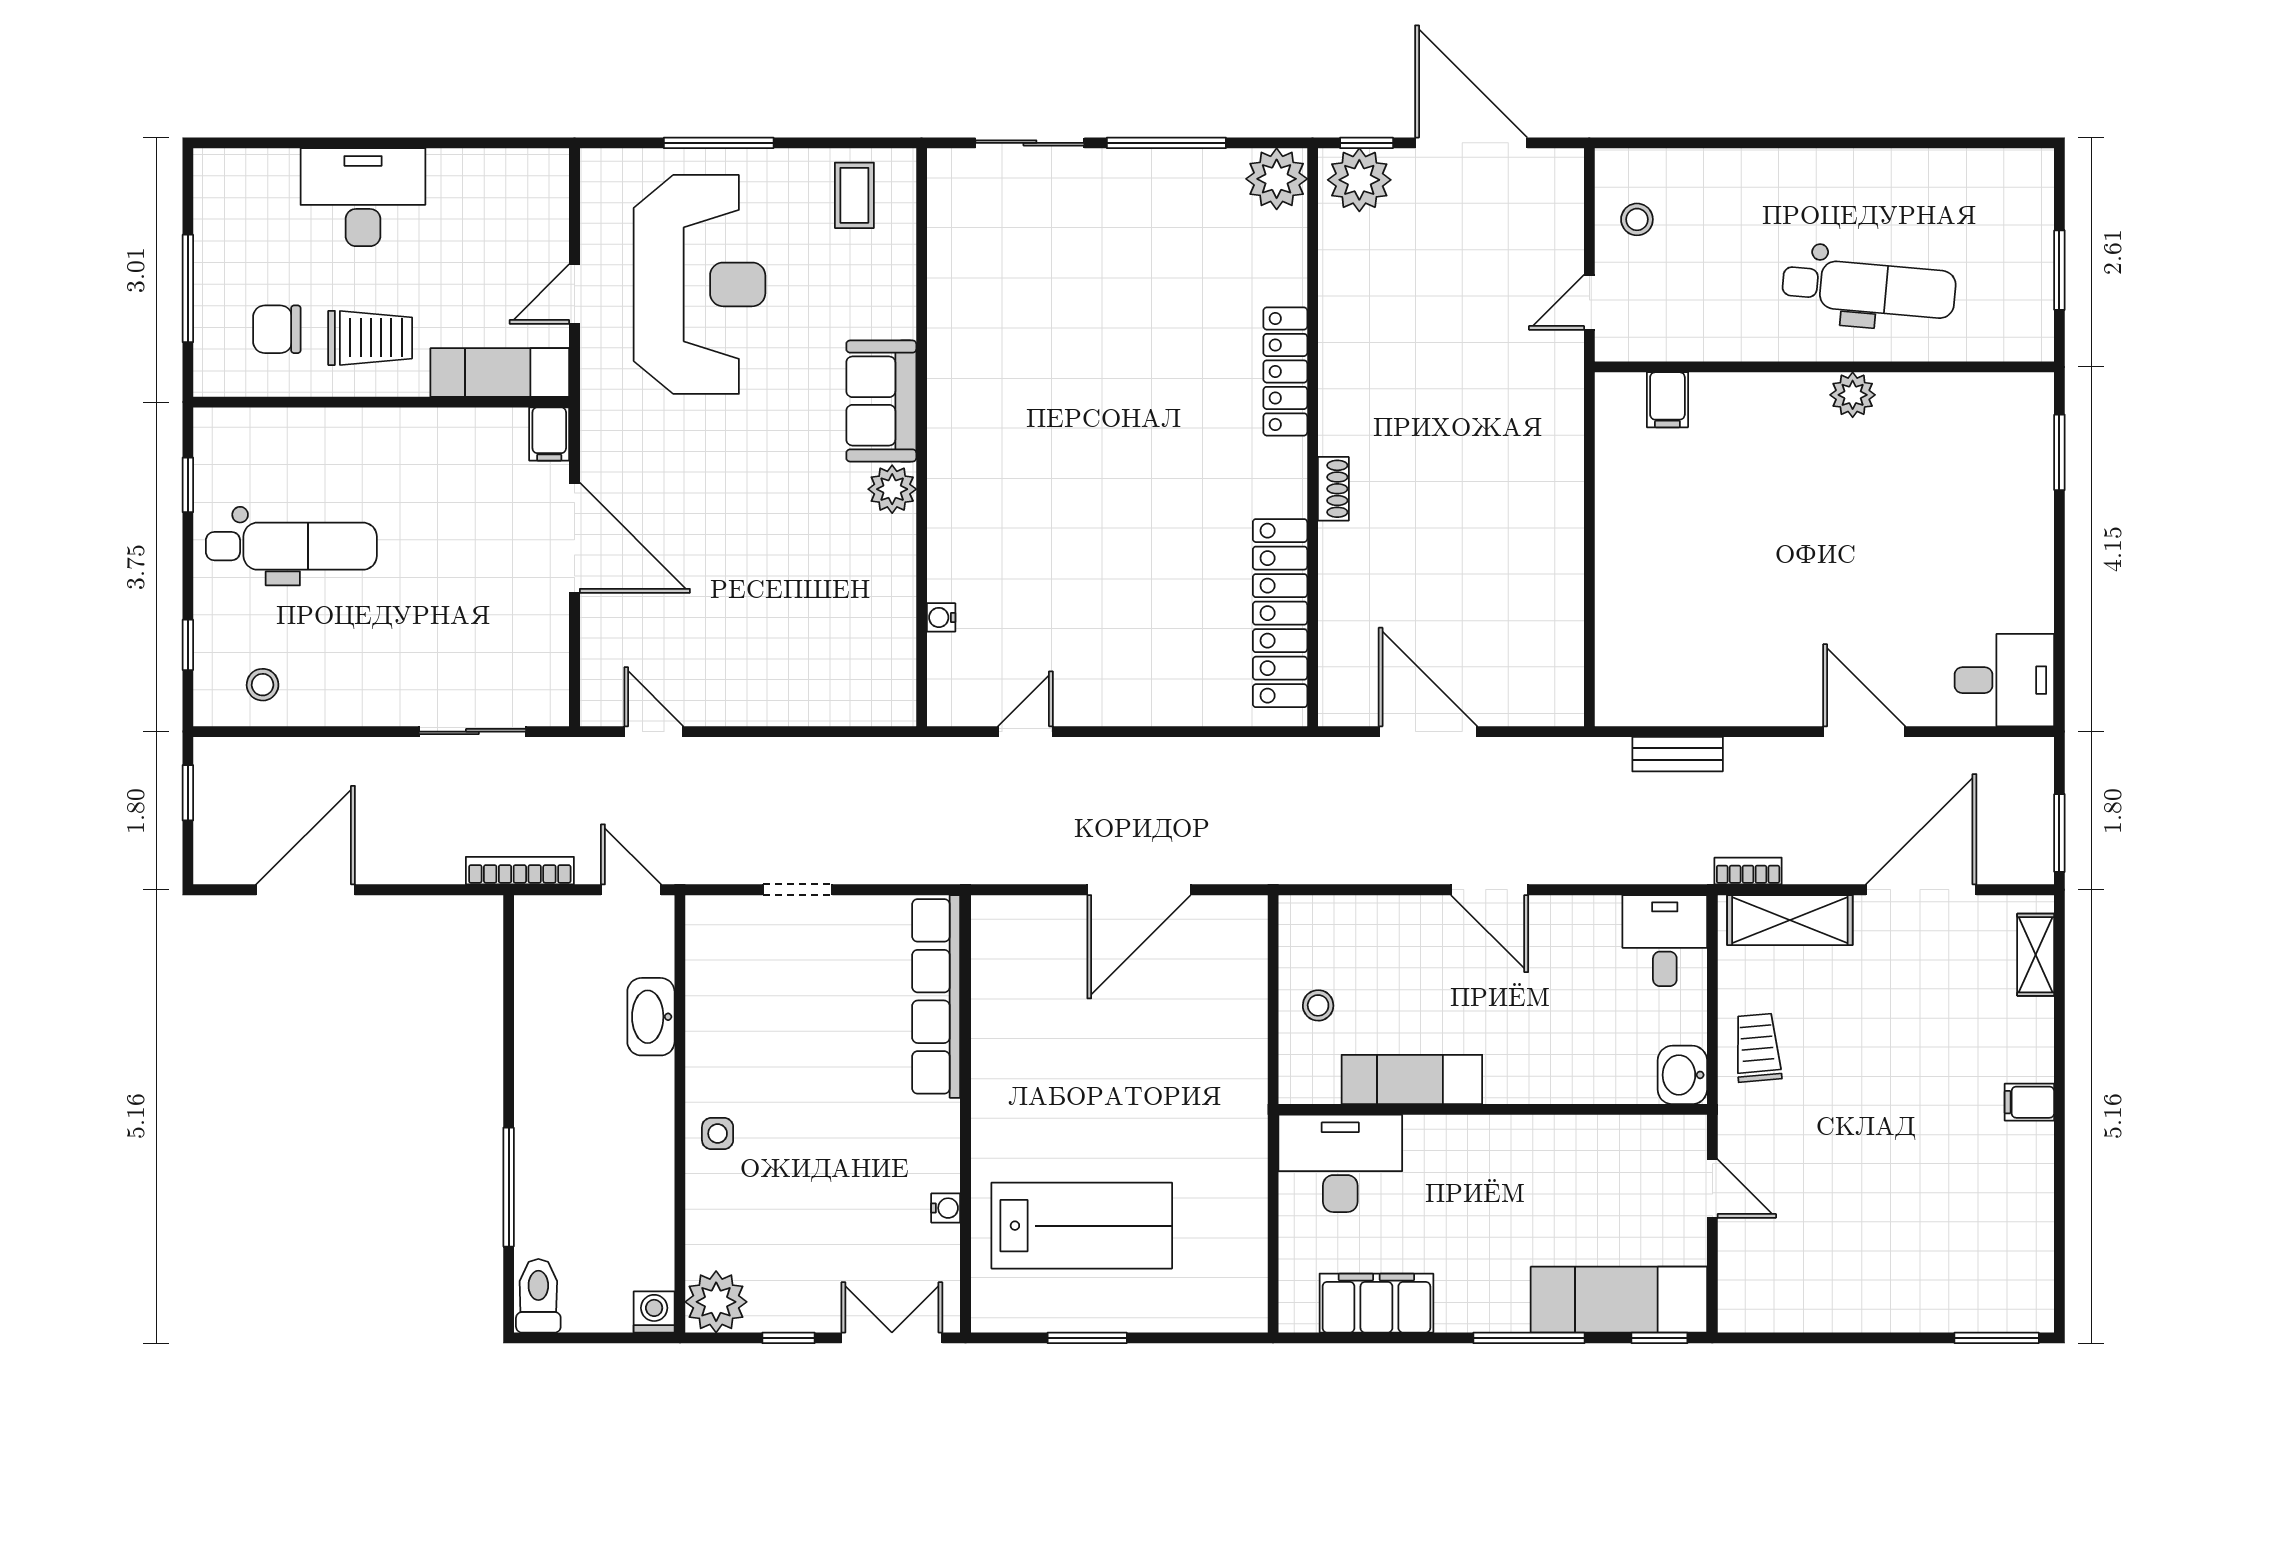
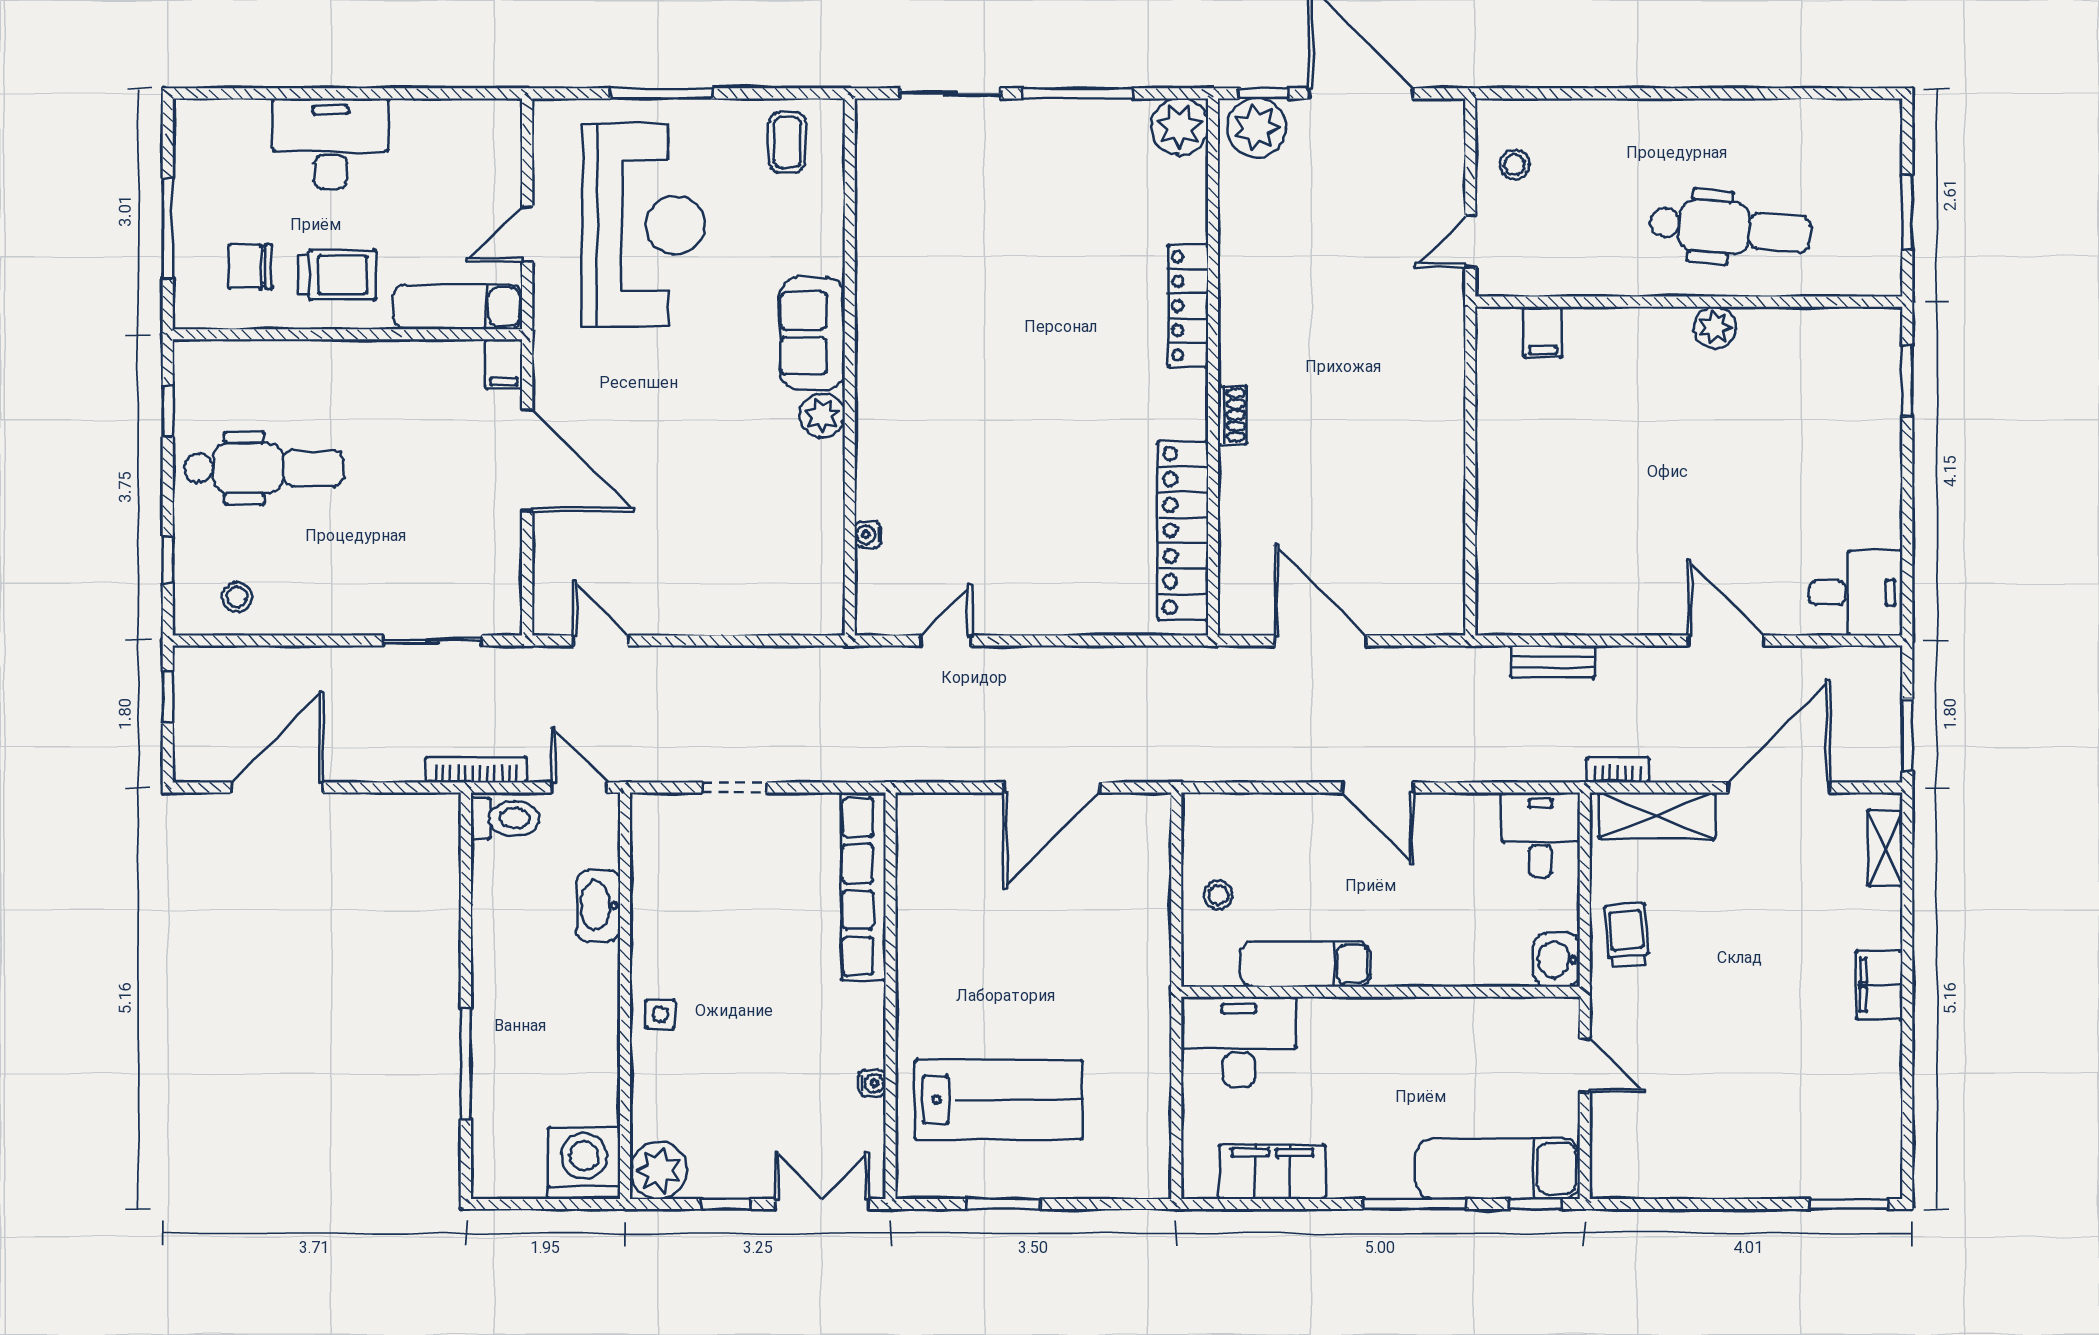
filing cabinet: (2029, 1102) -> (1879, 985), width x2.00
toilet: (538, 1296) -> (505, 818), moved, turned 90
washing machine: (654, 1312) -> (584, 1163), width x1.89, depth x1.89

